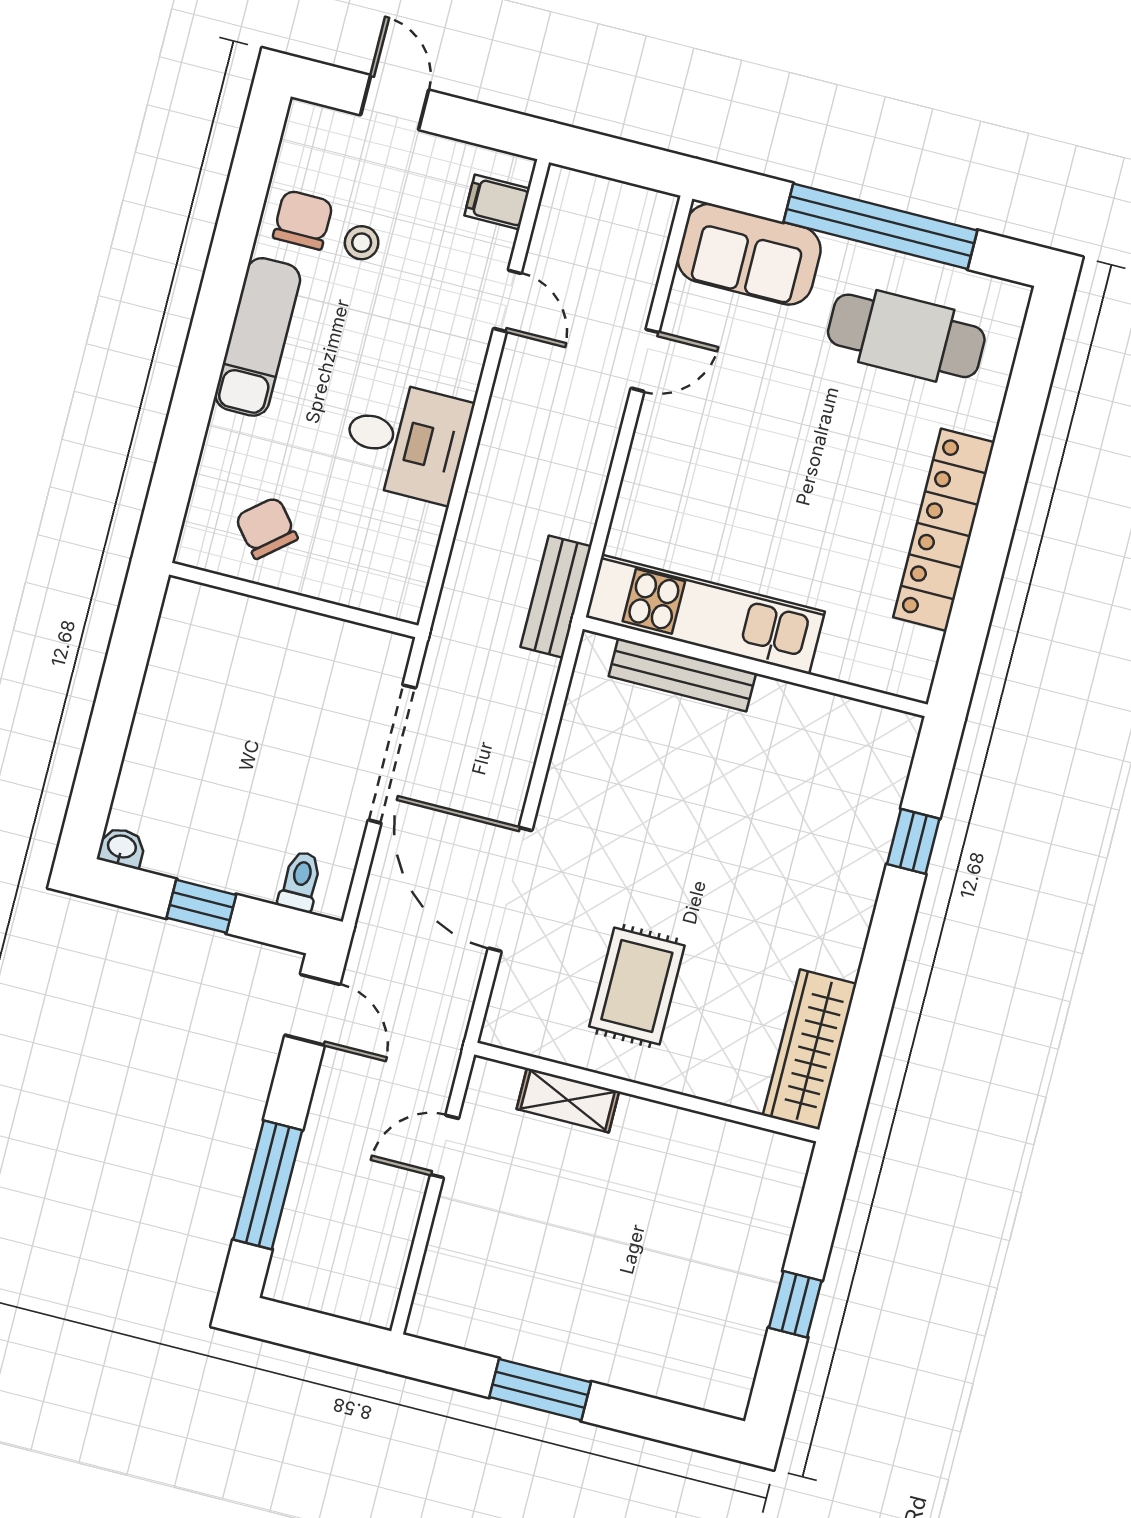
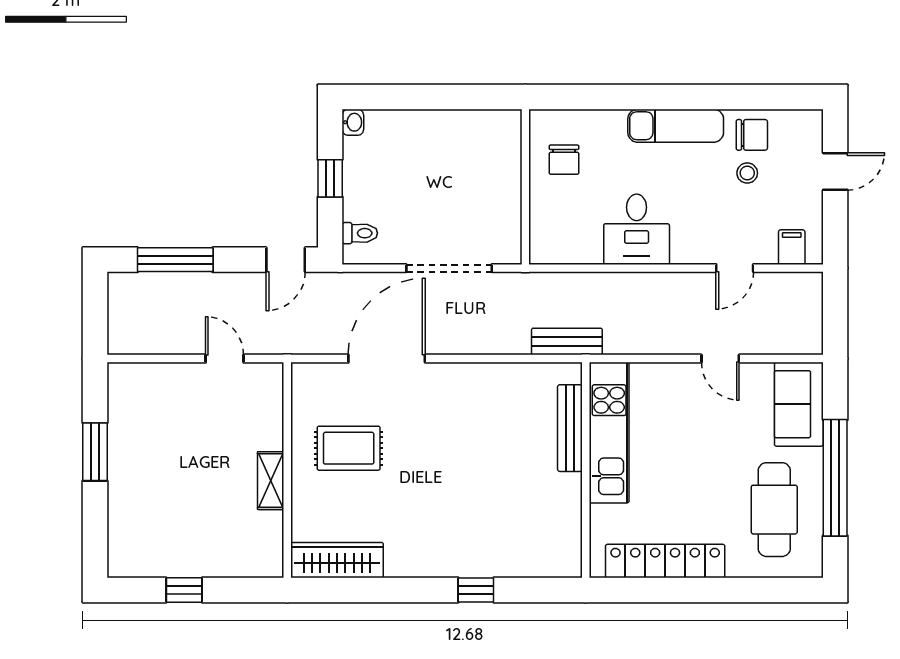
chair: (266, 528) -> (564, 160), turned 130
kitchen unit: (705, 614) -> (609, 433), moved
wall: (755, 667) -> (586, 470), moved
bench: (682, 675) -> (570, 428), moved
shelving: (568, 1100) -> (271, 481), moved

